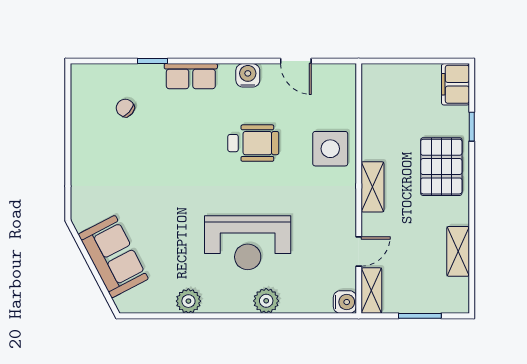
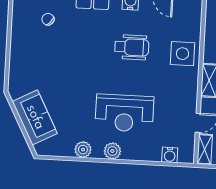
plant: (266, 301) -> (112, 151), moved
water cooler: (345, 302) -> (170, 155), moved, turned 90

